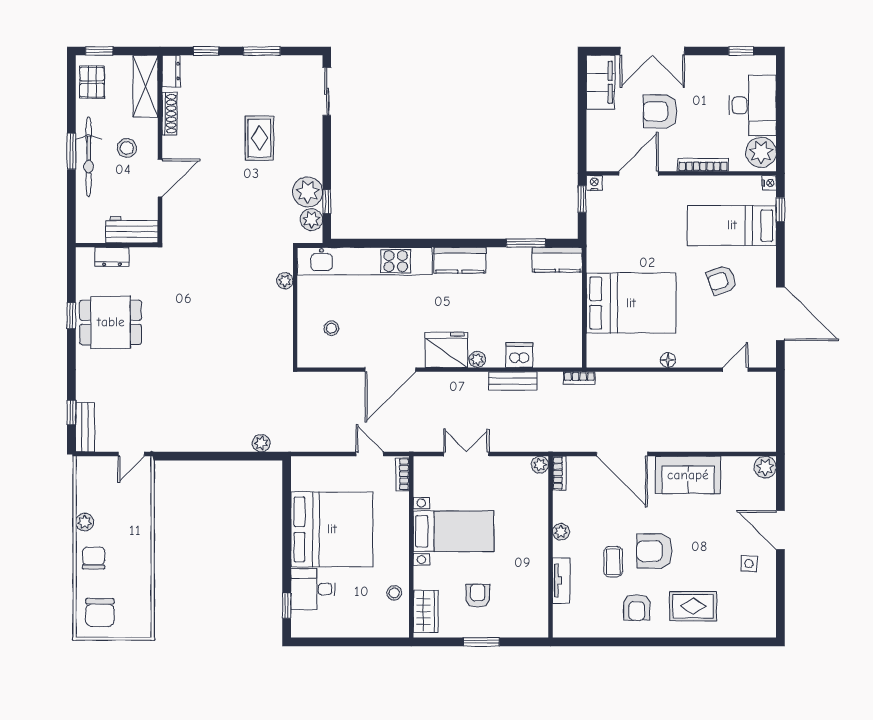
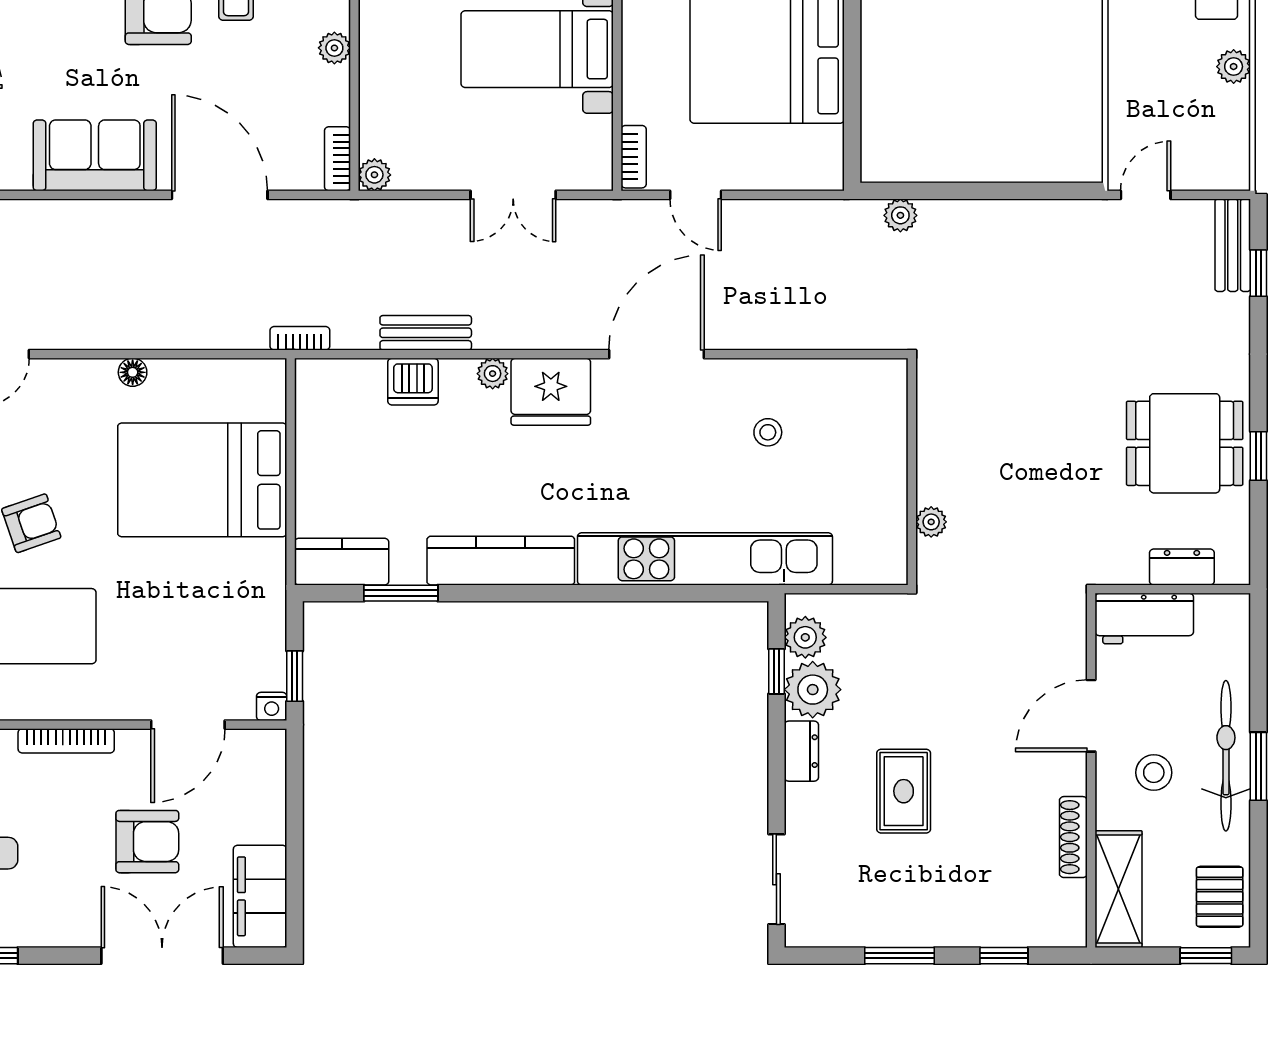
dresser: (171, 71) -> (801, 751), moved, turned 180
kitchen counter: (460, 260) -> (501, 561), width x1.50
plant: (285, 281) -> (931, 522), moved
wall: (295, 307) -> (912, 472), moved

